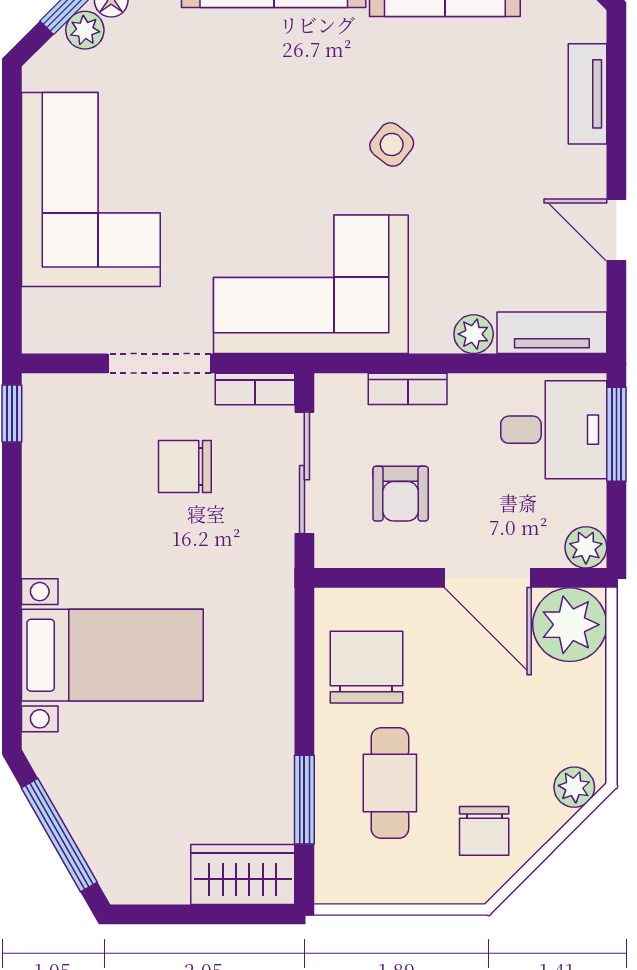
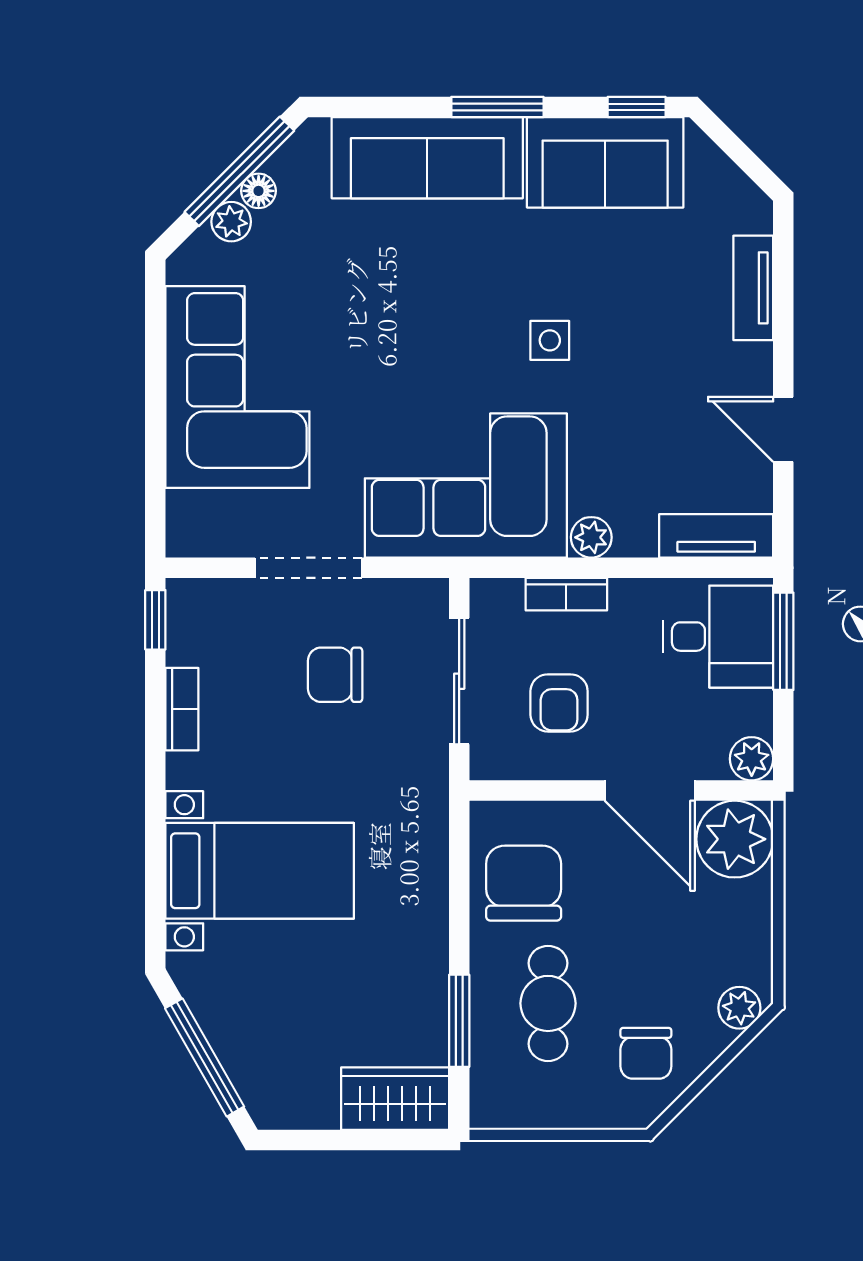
side table: (392, 144) -> (550, 340), turned -38
plant: (474, 334) -> (591, 537), moved
bookcase: (255, 389) -> (182, 709), moved, turned -90

